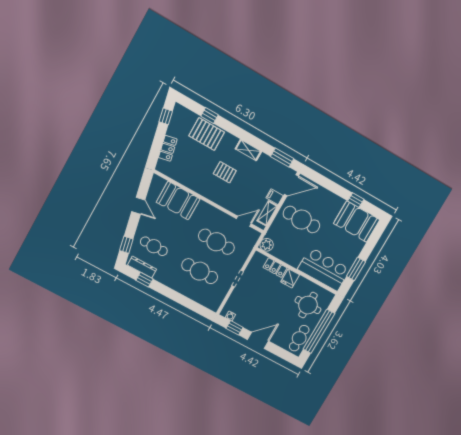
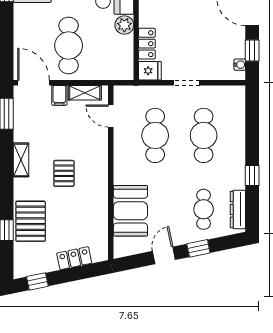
window: (126, 245) -> (198, 248), moved
plant: (267, 245) -> (124, 25), moved
fridge: (290, 278) -> (150, 71), moved
window: (144, 280) -> (252, 175), moved

